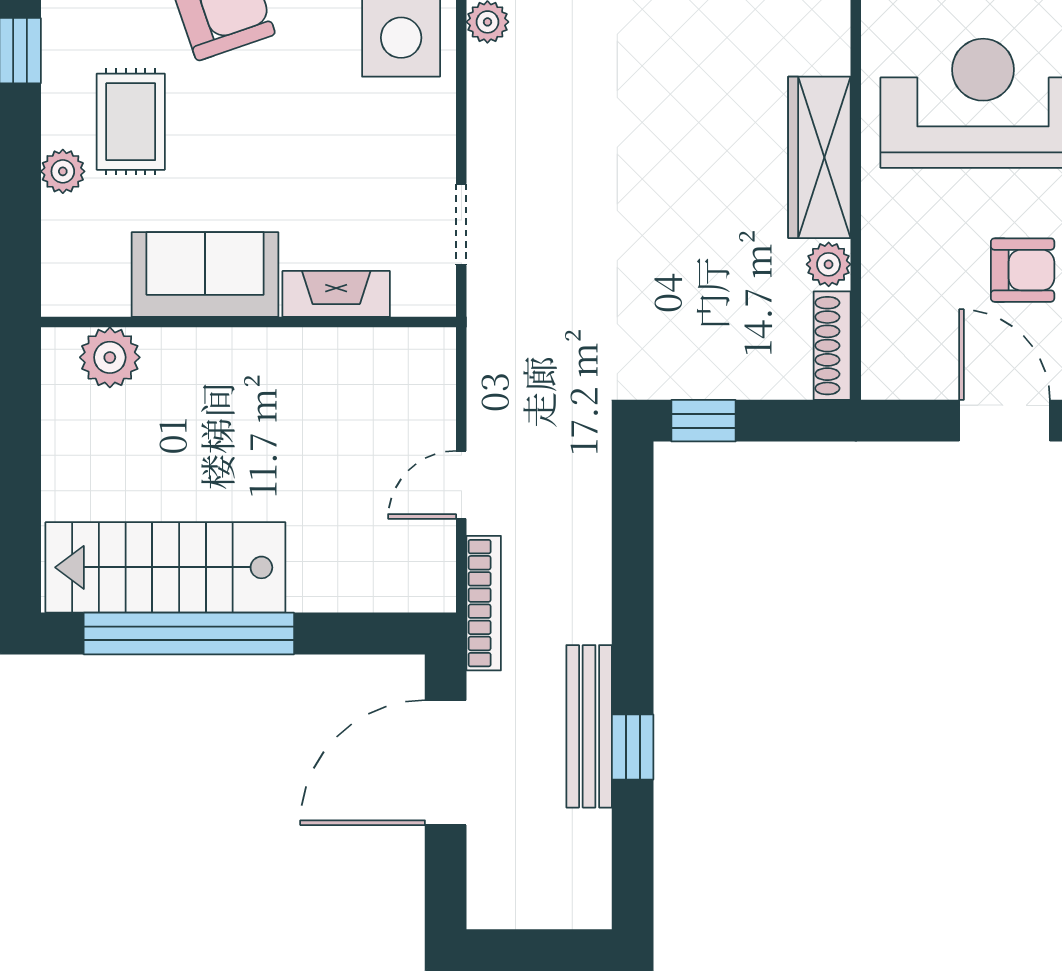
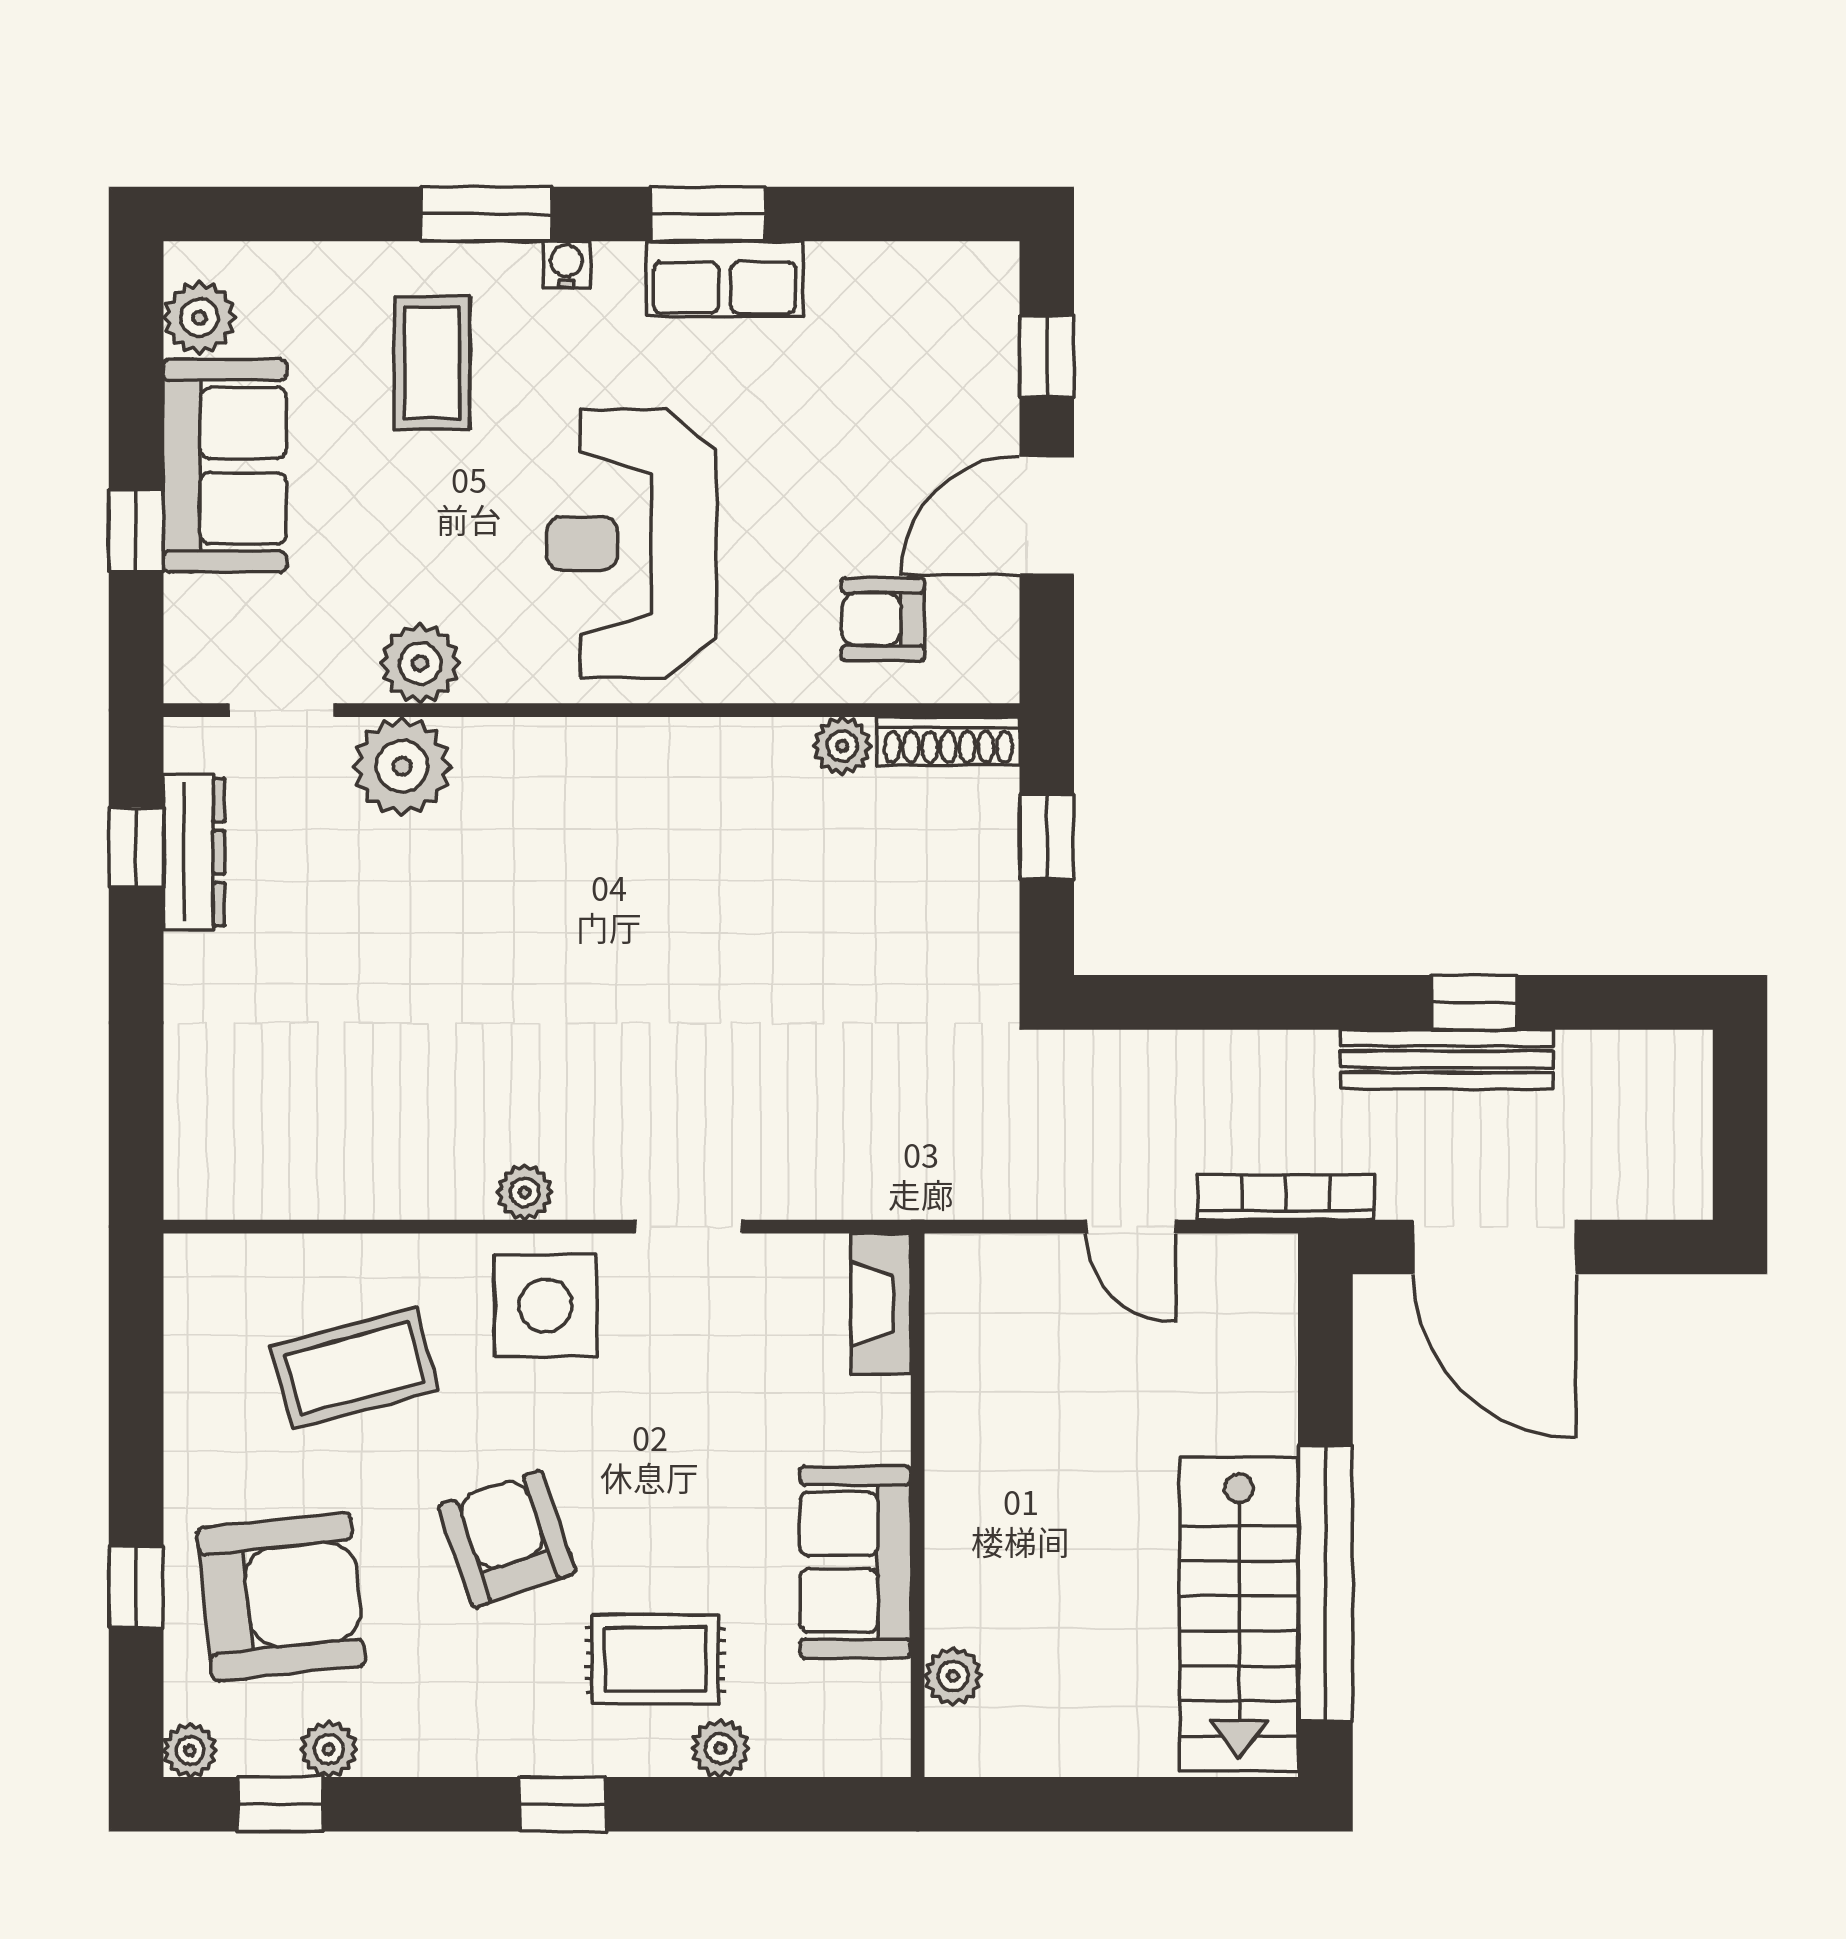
wardrobe: (819, 157) -> (702, 758), removed
doorway: (461, 225) -> (688, 1227), moved
armchair: (1023, 270) -> (883, 619), moved, turned -90
fireplace: (336, 294) -> (881, 1304), moved
plant: (110, 357) -> (953, 1676), width x0.73, depth x0.73
window: (703, 421) -> (1047, 837), moved

